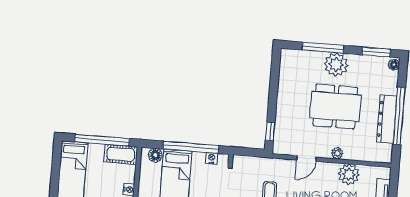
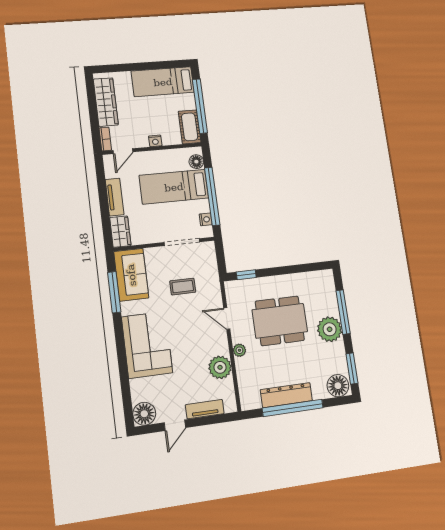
floor lamp: (394, 65) -> (338, 386), width x1.89, depth x1.89
dining table: (335, 106) -> (280, 321), moved, turned 90

